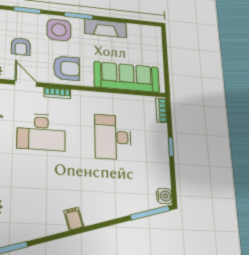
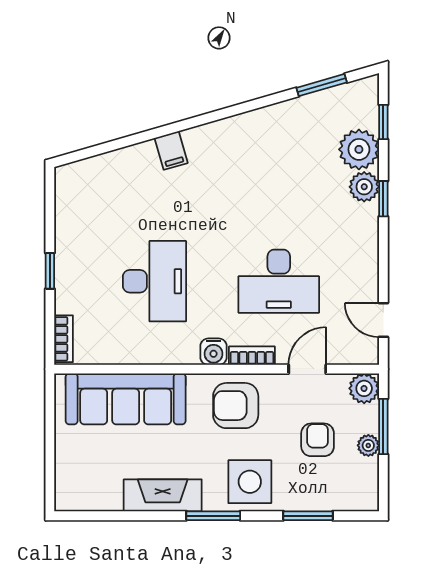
door: (26, 83) -> (307, 369), swing flipped
desk: (41, 132) -> (279, 281), turned 180
water cooler: (164, 196) -> (214, 352), moved, turned -90
window: (150, 213) -> (94, 151), removed
filing cabinet: (74, 219) -> (171, 150), moved

